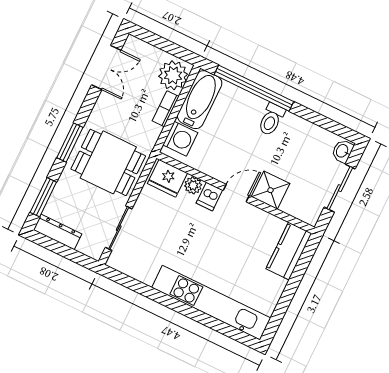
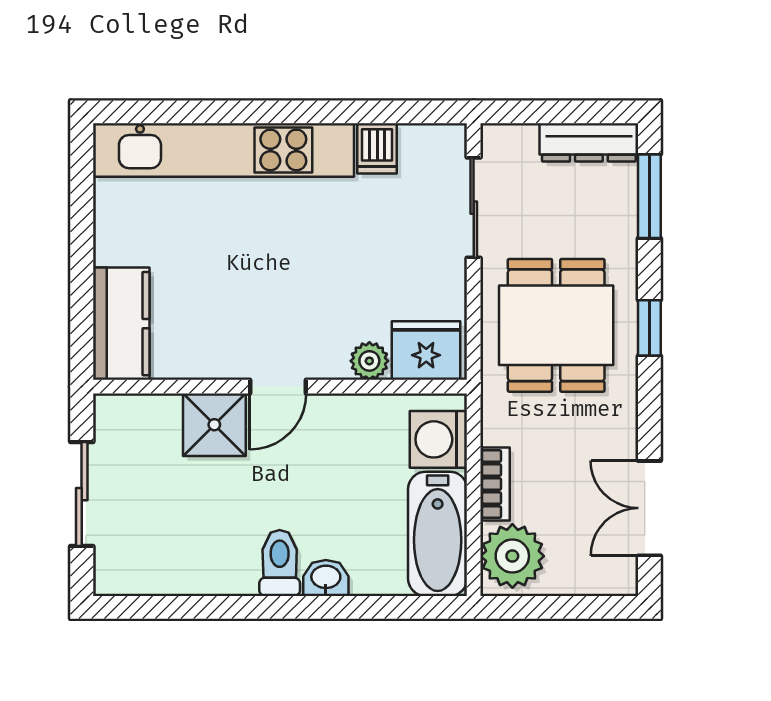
window: (254, 88) -> (343, 607), removed
window: (70, 143) -> (649, 328), width x0.67
washbasin: (343, 151) -> (326, 578), moved, turned -90
dining table: (108, 162) -> (556, 325), turned 90
dishwasher: (209, 197) -> (377, 148), moved, turned 180

